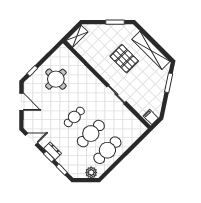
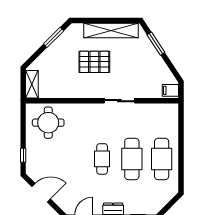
round table: (56, 79) -> (48, 123), moved
plant: (91, 172) -> (167, 193), removed

